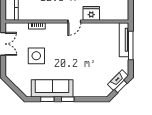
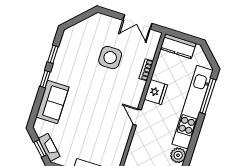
fridge: (91, 13) -> (156, 92), moved
sofa: (52, 88) -> (52, 102), moved, width x0.73

